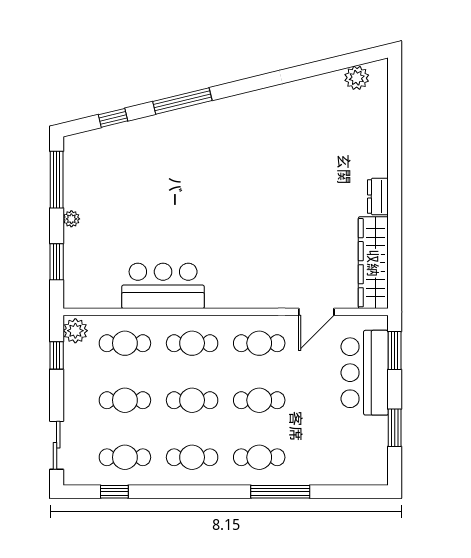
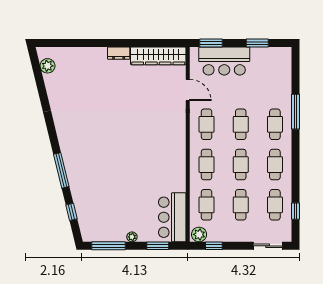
bar counter: (163, 286) -> (172, 217), moved

